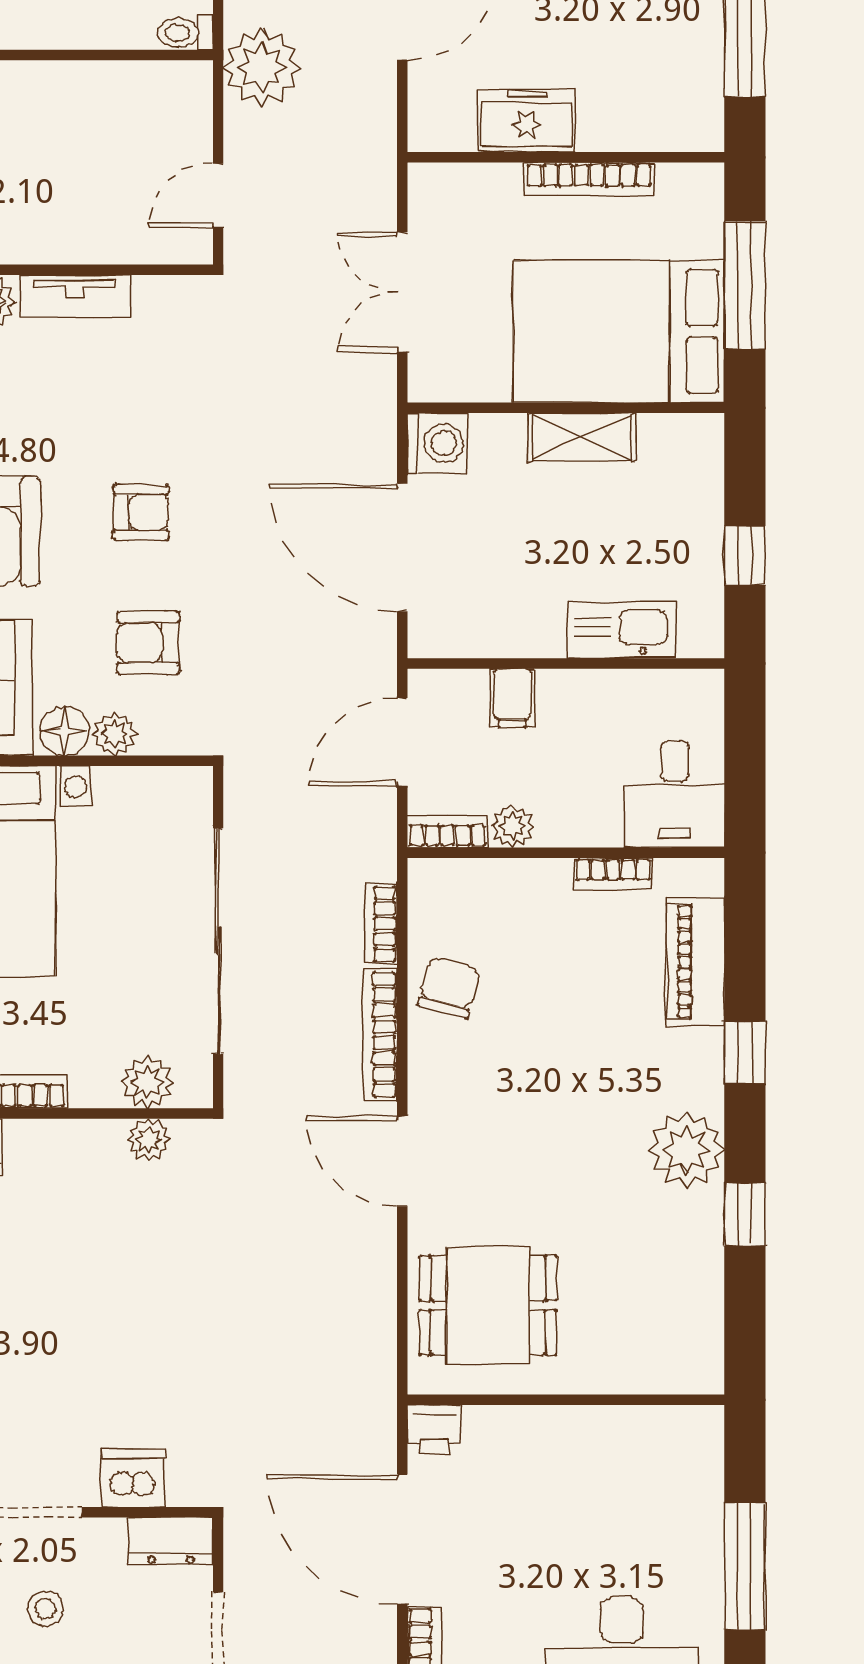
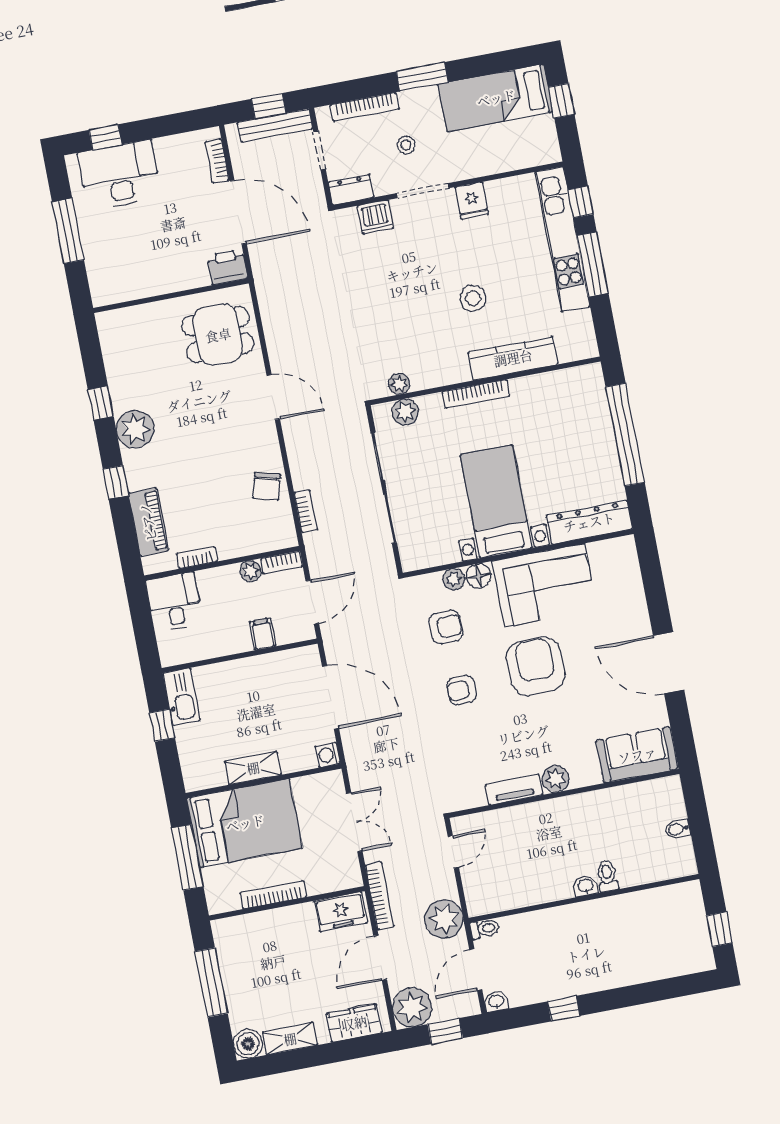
freezer: (527, 120) -> (341, 912), moved
washing machine: (438, 443) -> (328, 755), width x0.73, depth x0.73
kitchen sink: (622, 630) -> (181, 697), moved, turned -90
bookcase: (380, 1035) -> (380, 896), moved
printer: (434, 1429) -> (227, 267), width x1.36, depth x1.24

